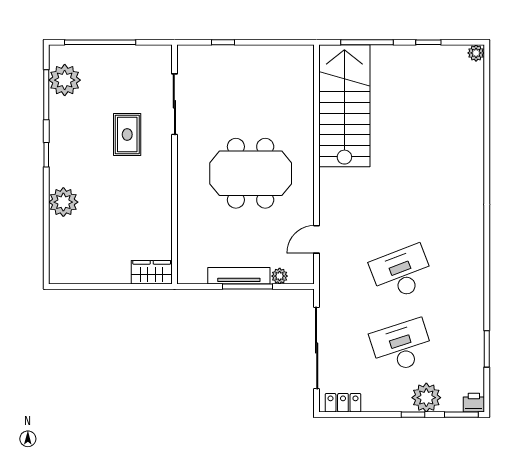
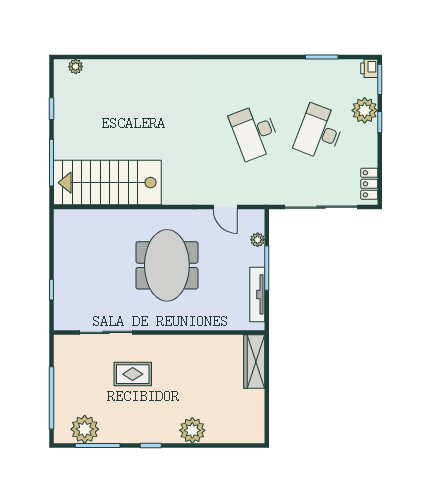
plant: (476, 53) -> (76, 67), moved
wardrobe: (152, 272) -> (254, 361), width x1.50
tv unit: (239, 276) -> (257, 294), moved
desk: (402, 346) -> (319, 132), turned 39

